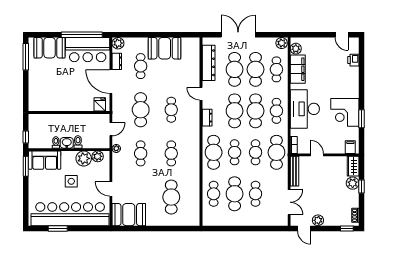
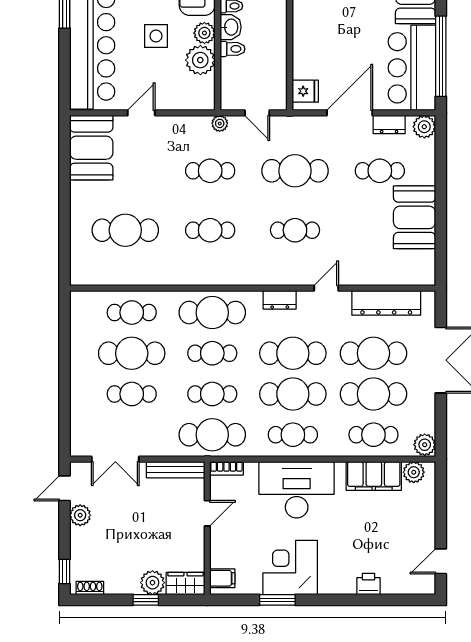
printer: (353, 60) -> (368, 584), moved
plant: (98, 156) -> (204, 33), moved

